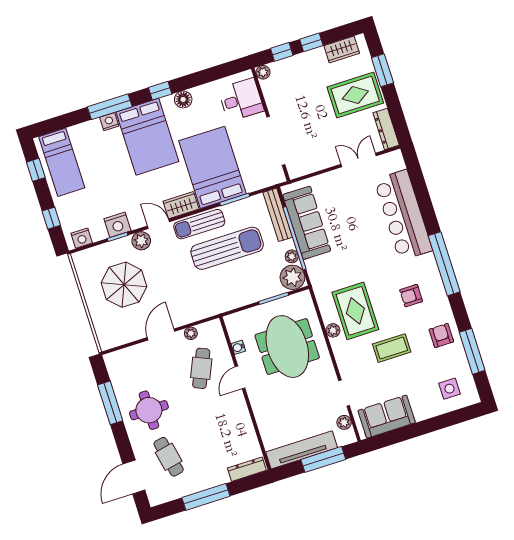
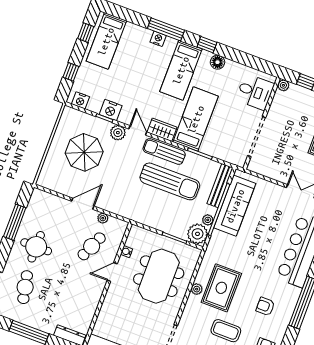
bed: (147, 137) -> (181, 70), width x0.67
bed: (212, 167) -> (196, 119), width x0.67

